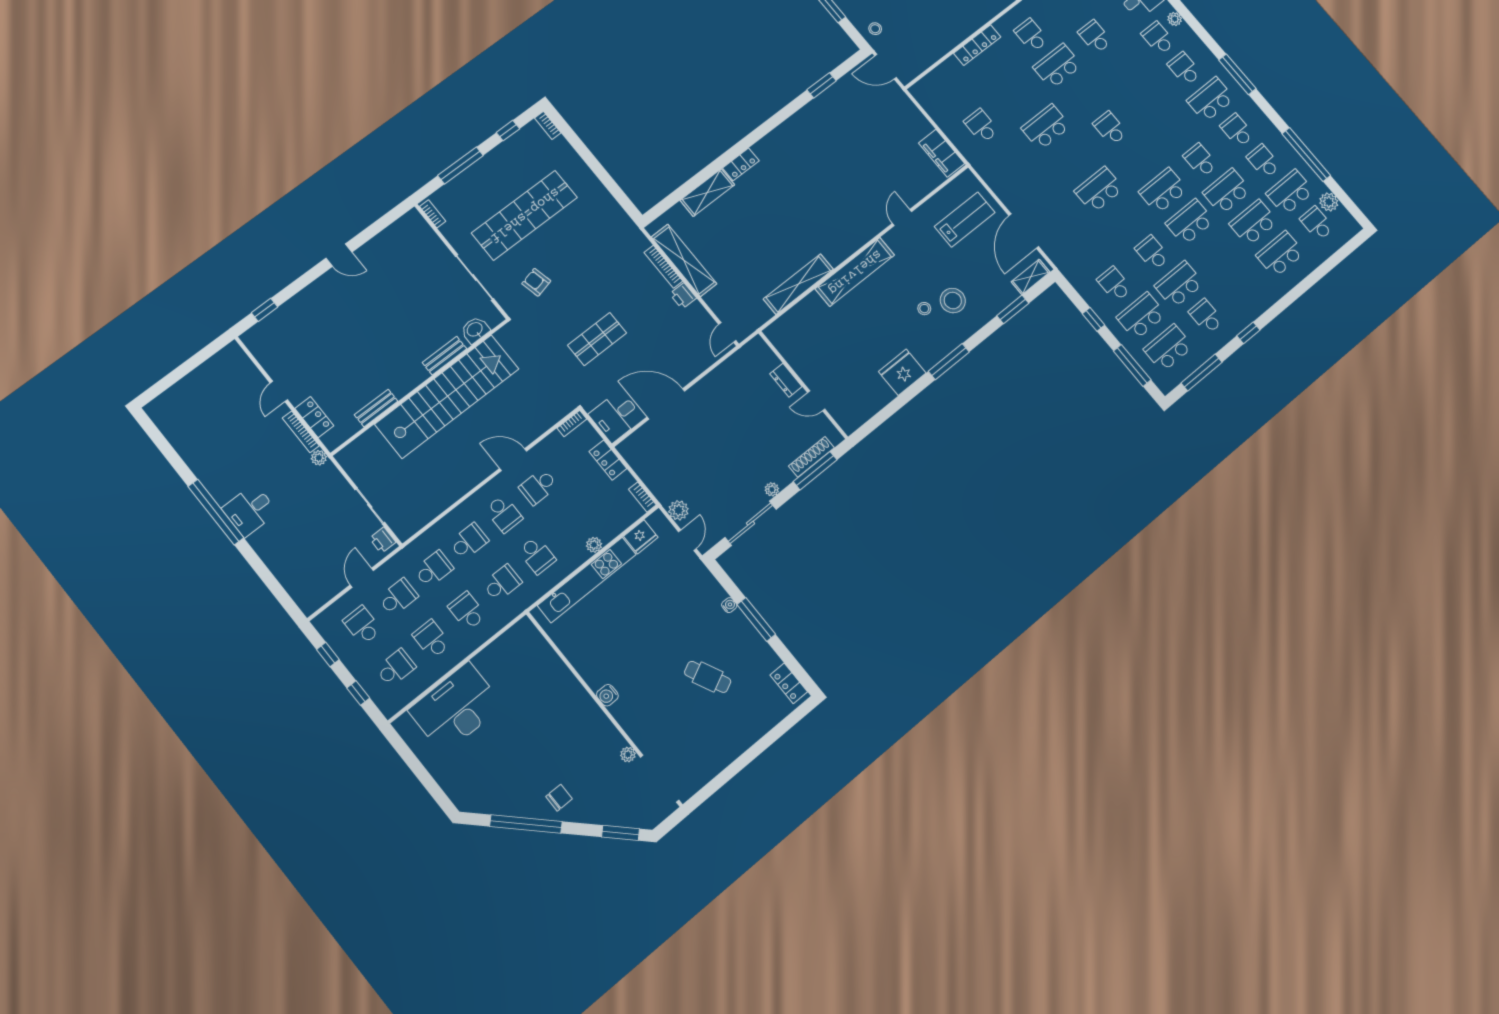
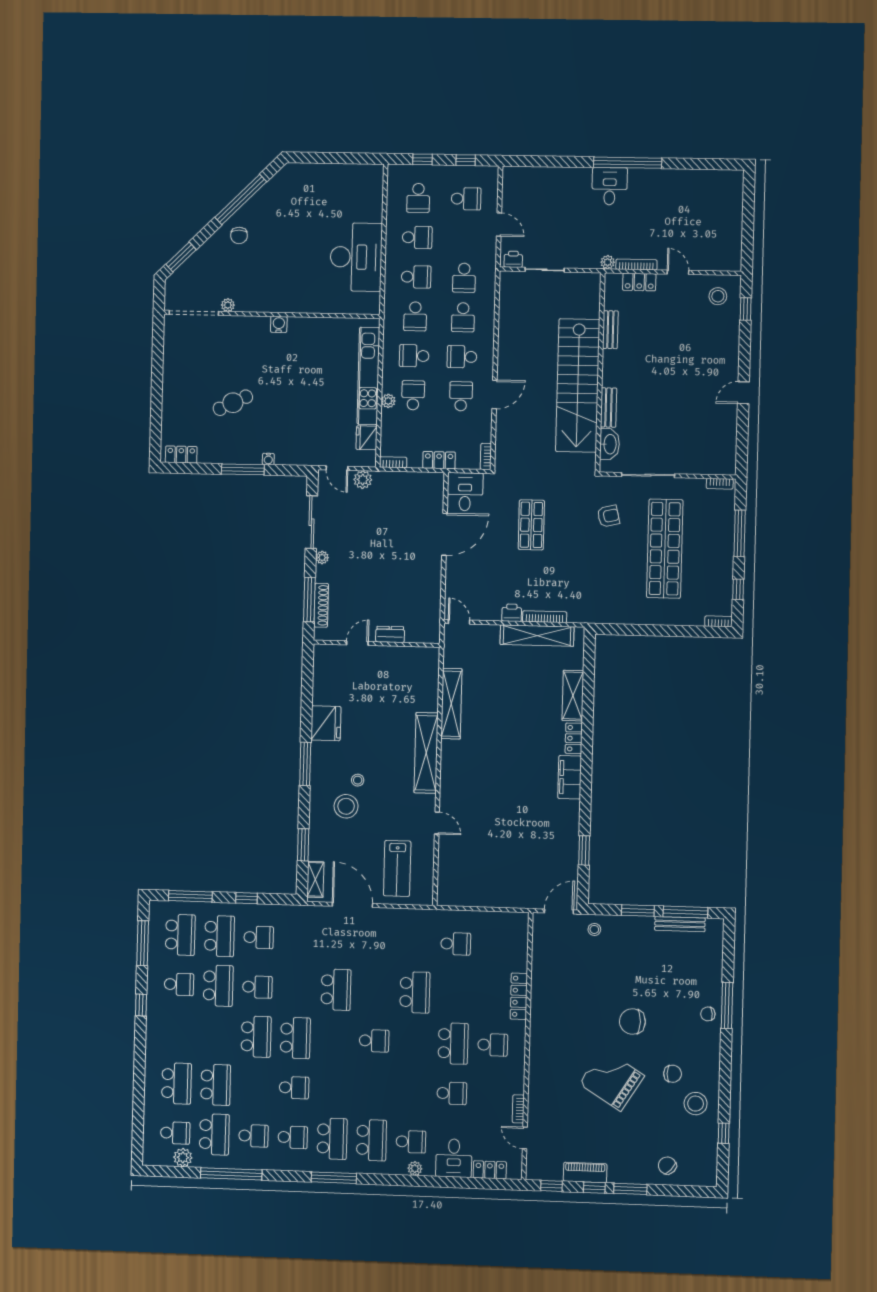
school desk: (1184, 69) -> (371, 1140), width x1.85
filing cabinet: (942, 153) -> (570, 777), moved, turned -90
school desk: (1227, 191) -> (255, 1086), removed
washbasin: (475, 330) -> (610, 444), width x1.38
stool: (272, 342) -> (718, 296), added
school desk: (398, 597) -> (413, 395), moved, turned 180
desk: (456, 708) -> (356, 257), moved

